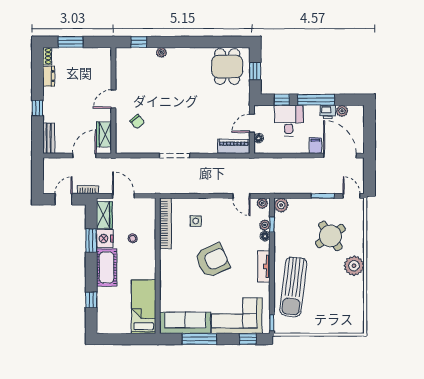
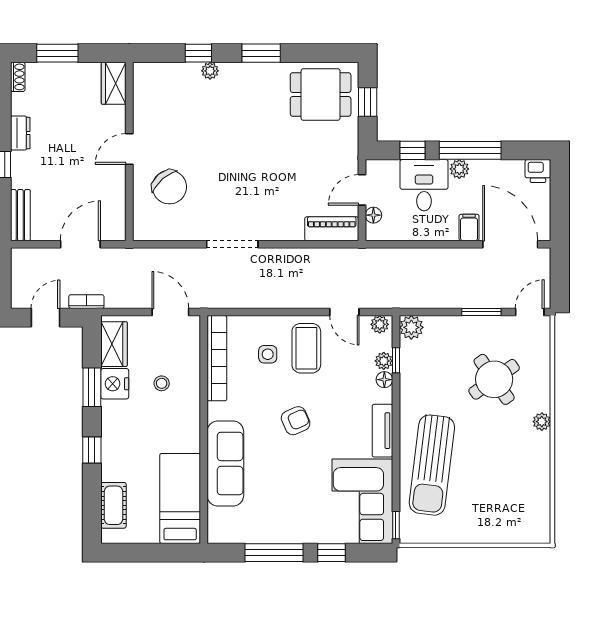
window: (139, 42) -> (198, 53), moved
window: (192, 42) -> (261, 53), added
dining table: (227, 67) -> (321, 95), turned 90
dresser: (49, 76) -> (20, 133), moved
plant: (342, 111) -> (459, 169), moved
printer: (328, 112) -> (538, 171), moved
chair: (137, 122) -> (169, 187), width x1.87, depth x1.87
wardrobe: (104, 134) -> (114, 83), moved
door: (123, 196) -> (170, 312), moved
door: (352, 196) -> (530, 312), hinge flipped
coffee table: (219, 217) -> (306, 348), added
armchair: (212, 261) -> (296, 421), width x0.53, depth x0.53
plant: (354, 266) -> (542, 422), width x0.53, depth x0.53
cot: (107, 267) -> (114, 505), moved, width x0.73, depth x0.75
window: (91, 300) -> (92, 450), moved
corner sofa: (237, 316) -> (362, 501), moved, turned -90
sofa: (185, 323) -> (225, 463), moved, turned 90
window: (248, 339) -> (332, 553), moved

